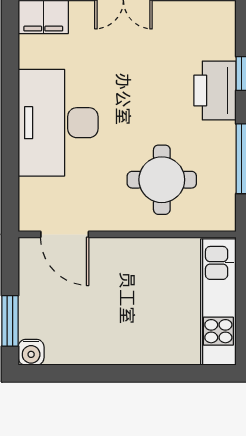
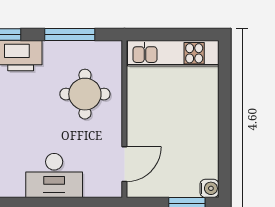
desk: (58, 123) -> (54, 175), width x0.73, depth x0.77

